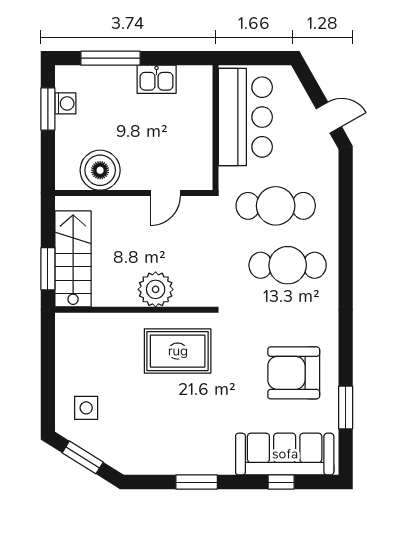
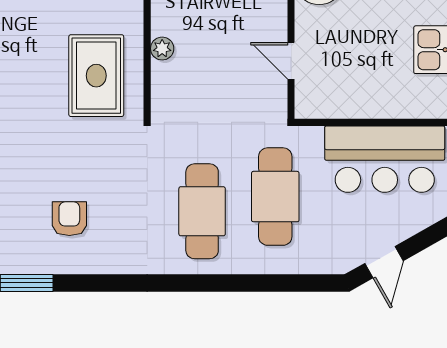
plant: (156, 289) -> (162, 49), width x0.53, depth x0.53
armchair: (294, 373) -> (69, 219), width x0.53, depth x0.53

